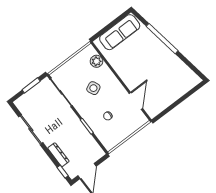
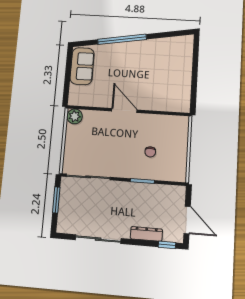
sofa: (120, 32) -> (82, 66), width x0.73
plant: (96, 61) -> (75, 116), moved
side table: (93, 88) -> (112, 142), removed
door: (136, 101) -> (124, 110), moved

